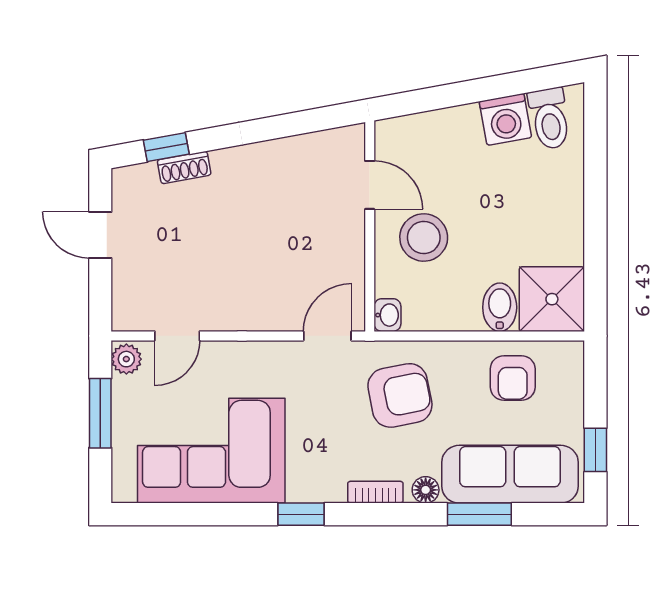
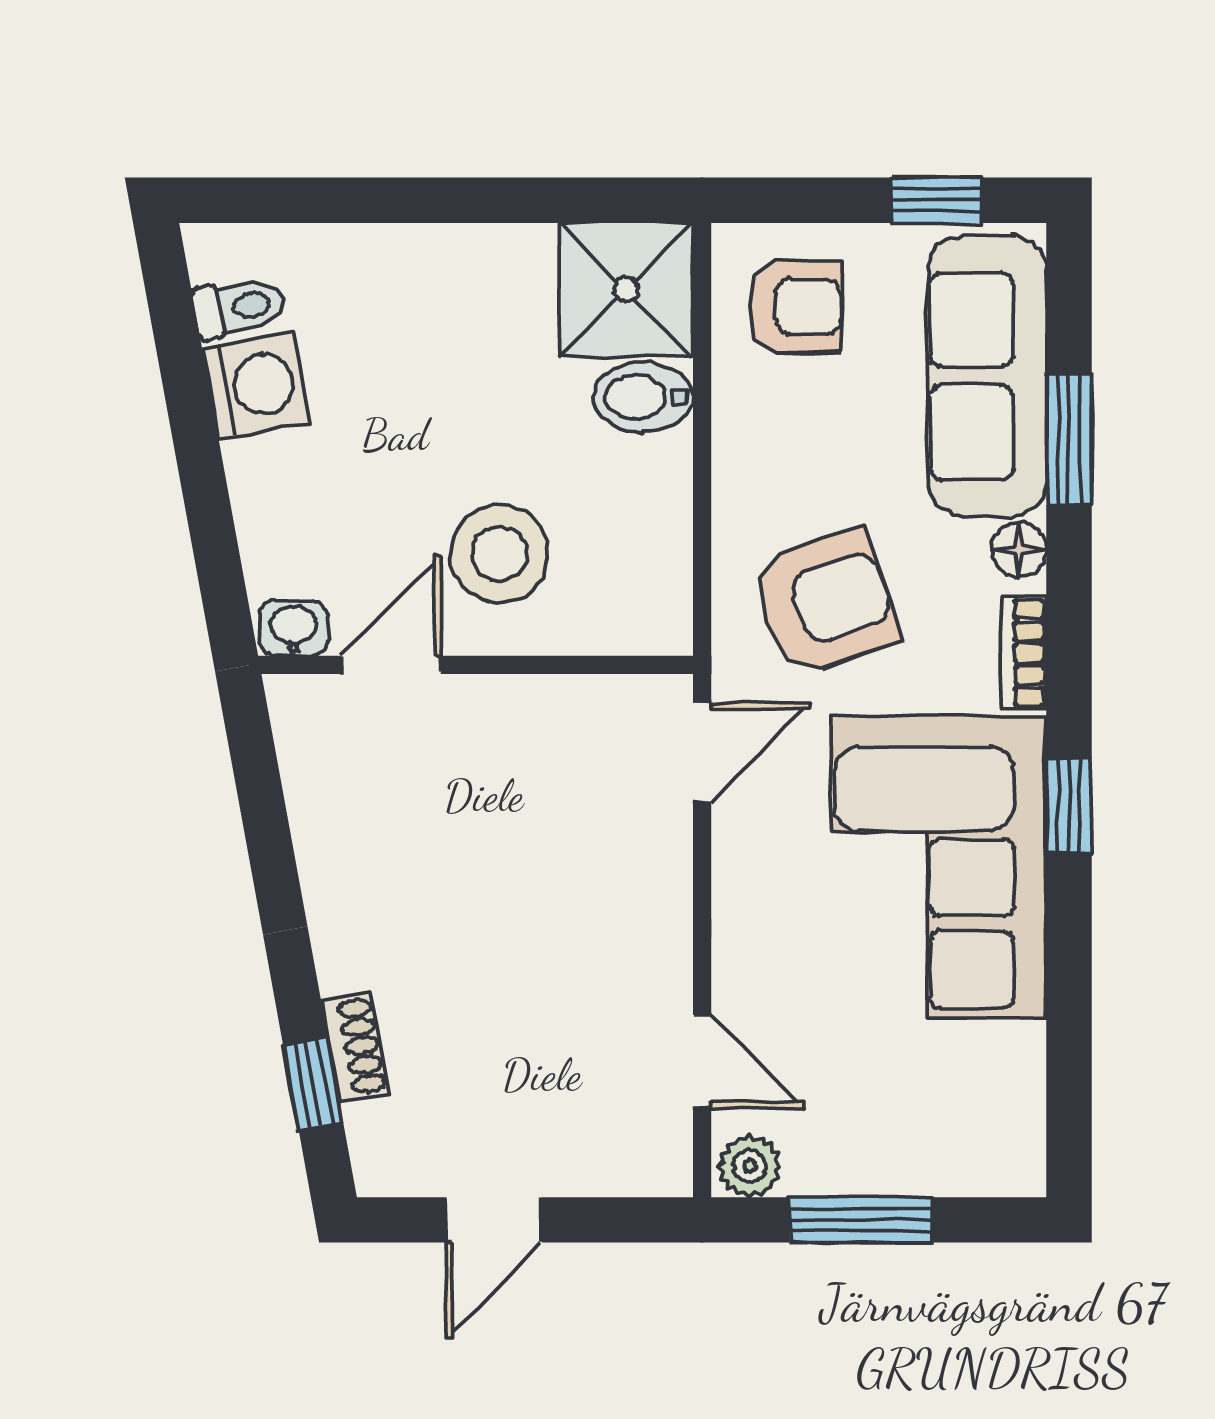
toilet: (550, 119) -> (239, 307), width x0.73, depth x0.72
washbasin: (387, 315) -> (294, 628), moved
door: (327, 336) -> (702, 752), swing flipped
armchair: (513, 378) -> (795, 307), moved
armchair: (400, 395) -> (825, 603), turned 82
corner sofa: (211, 451) -> (938, 867), moved

